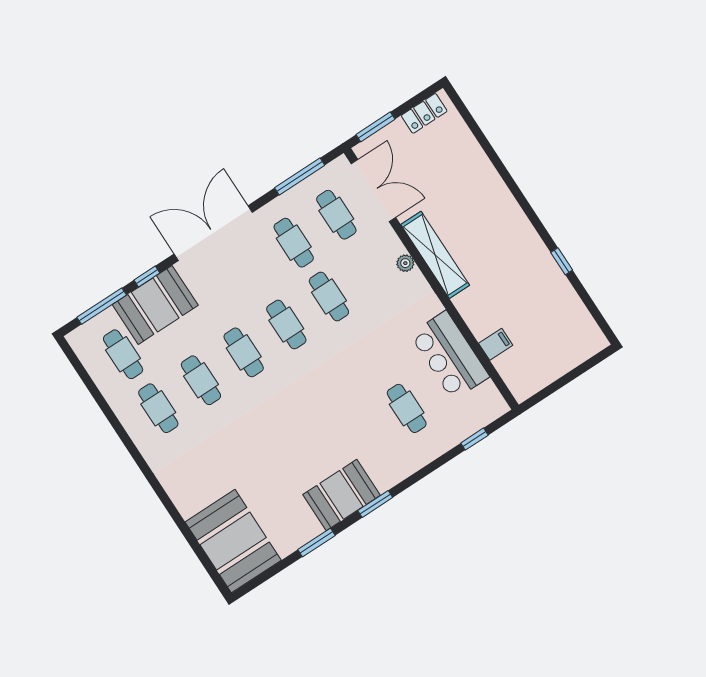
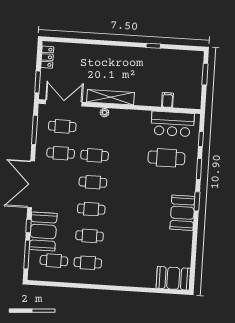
bar counter: (450, 355) -> (172, 124), moved
window: (577, 372) -> (205, 74), added
cafe table: (407, 408) -> (166, 158), width x1.37, depth x1.35
booth: (233, 541) -> (173, 278), width x0.73, depth x0.70
window: (316, 542) -> (199, 169), moved

